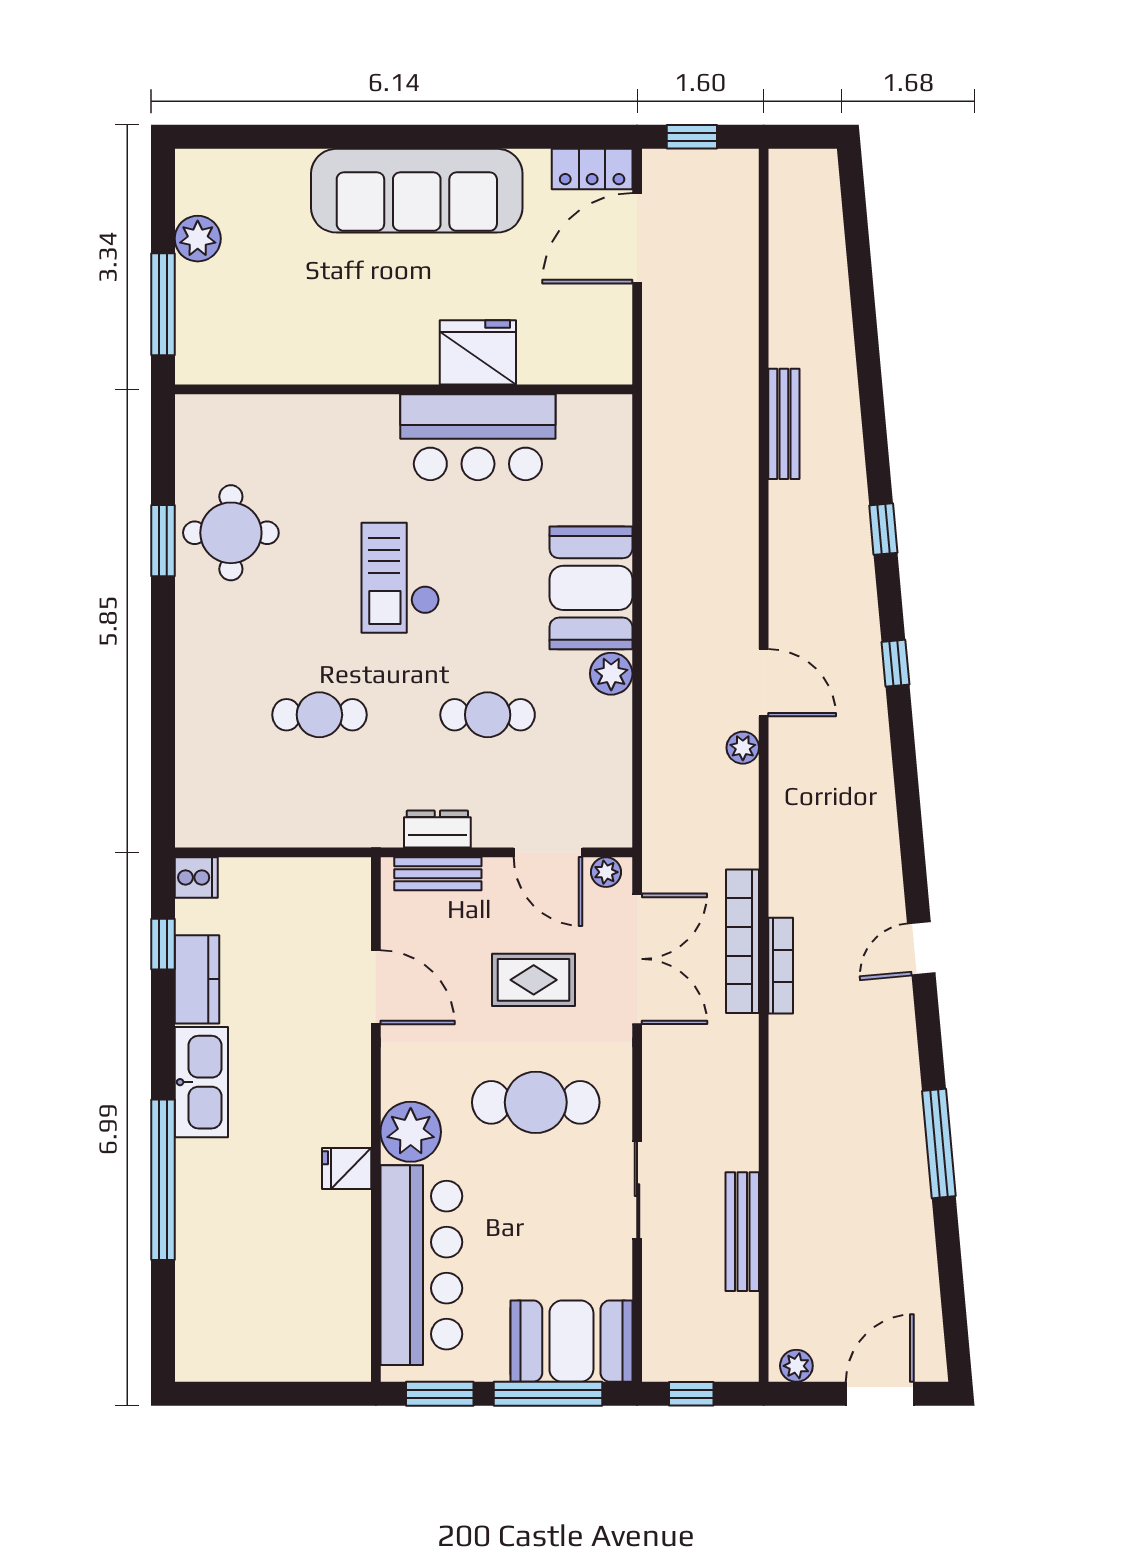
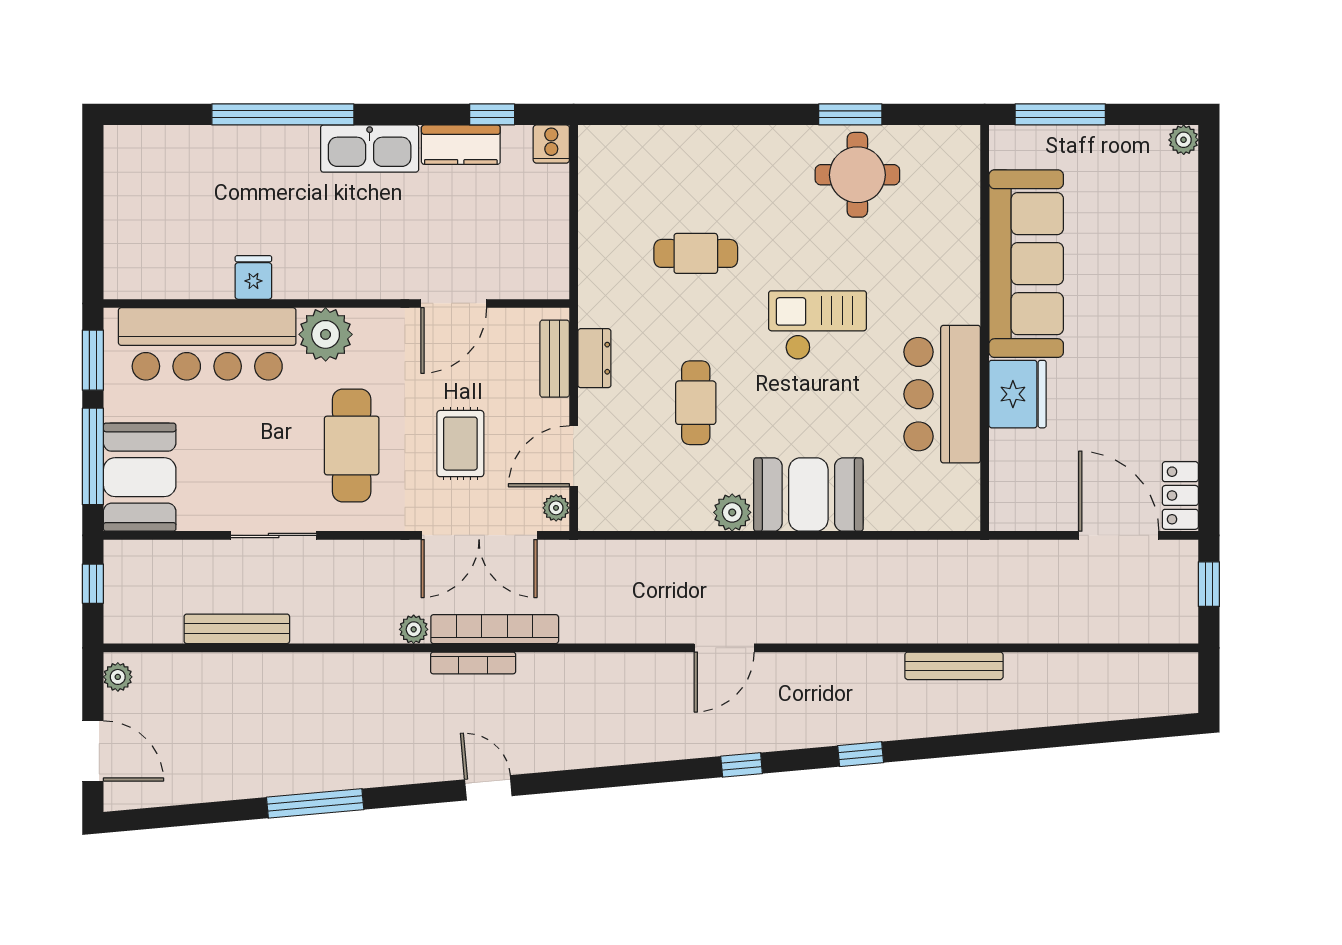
sofa: (417, 191) -> (1026, 264), moved, turned 180
plant: (198, 239) -> (1184, 140), moved, width x0.73, depth x0.73
cafe table: (319, 715) -> (696, 253), turned 90
plant: (743, 748) -> (414, 629), moved
fridge: (347, 1169) -> (253, 277), moved

